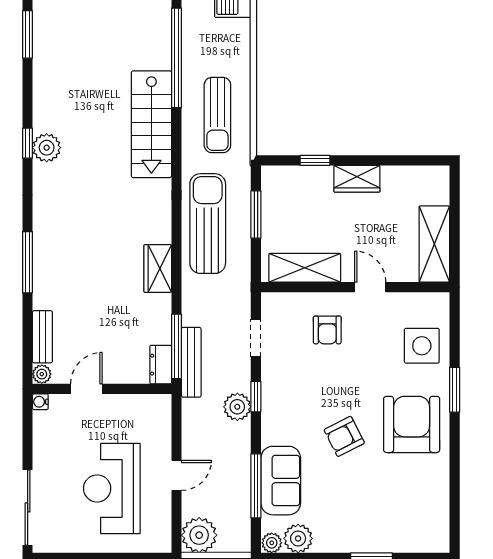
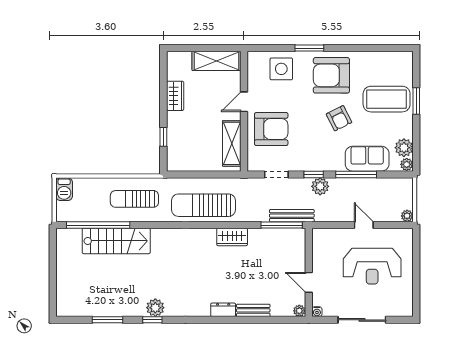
window: (28, 34) -> (107, 320), moved
sun lounger: (217, 115) -> (134, 199), turned 180
stairs: (151, 124) -> (116, 241), moved
wardrobe: (357, 179) -> (175, 96), moved
window: (256, 214) -> (198, 174), removed
window: (28, 262) -> (228, 320), removed
armchair: (327, 330) -> (271, 129), width x1.88, depth x1.88
bench: (42, 337) -> (253, 310), moved
dresser: (161, 365) -> (223, 310), moved, turned 180
window: (256, 486) -> (356, 174), moved
sliding door: (28, 507) -> (362, 320), moved
coffee table: (374, 511) -> (387, 99), added
plant: (199, 535) -> (407, 216), width x0.53, depth x0.53

